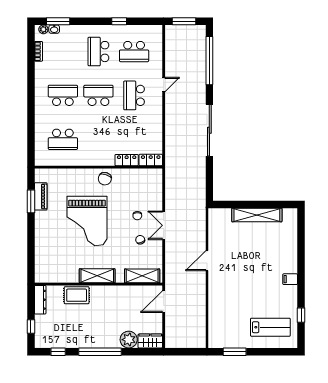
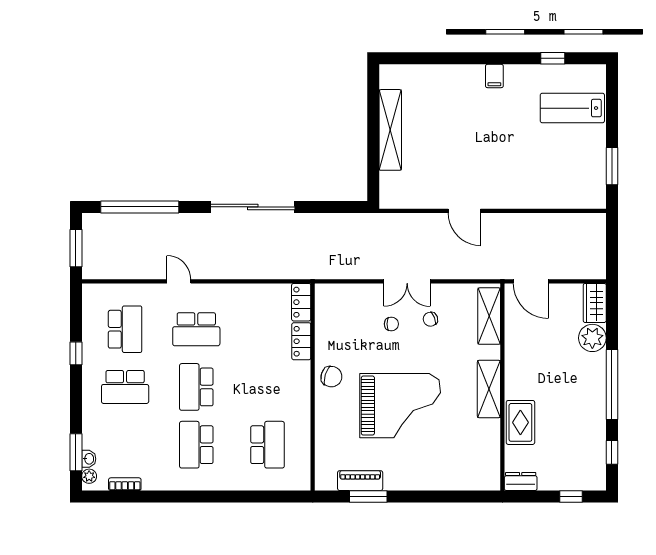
dresser: (40, 300) -> (521, 481), width x0.70
lab bench: (270, 327) -> (572, 108), turned -90

